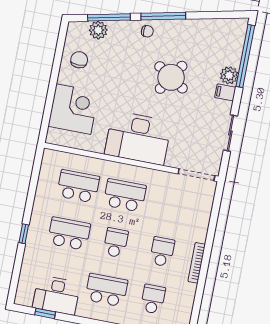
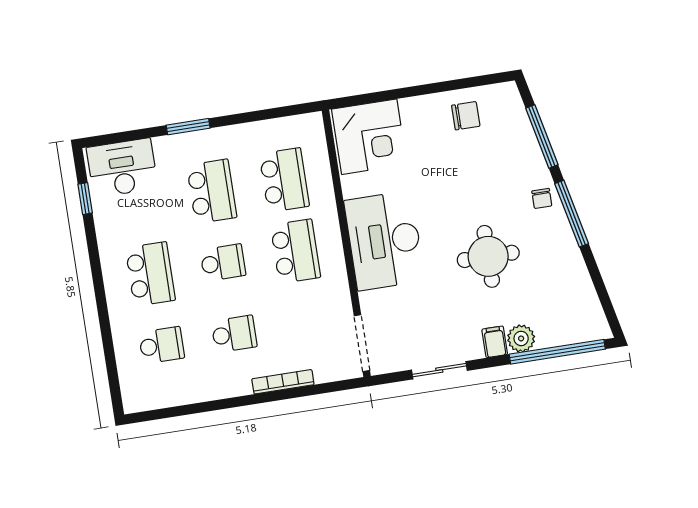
plant: (98, 30) -> (518, 128), removed
round table: (171, 77) -> (488, 256), turned -33
corner desk: (73, 109) -> (369, 137), moved
window: (24, 234) -> (188, 127), width x1.50
bookcase: (197, 263) -> (283, 382), moved
desk: (56, 295) -> (122, 168), moved, turned 90

